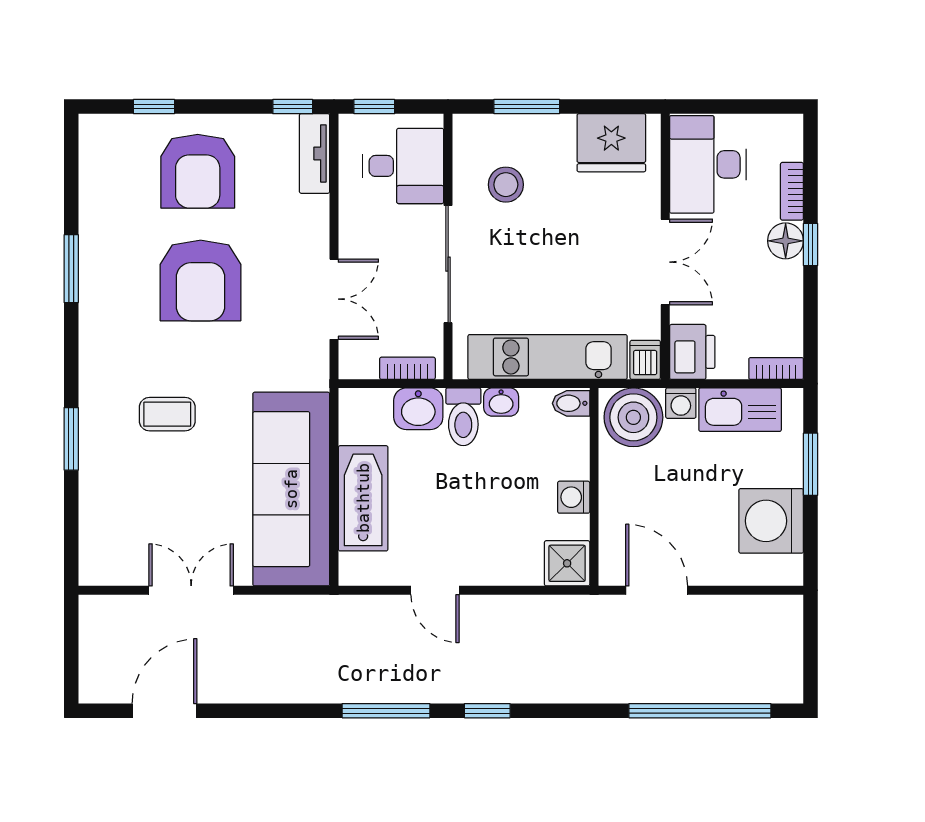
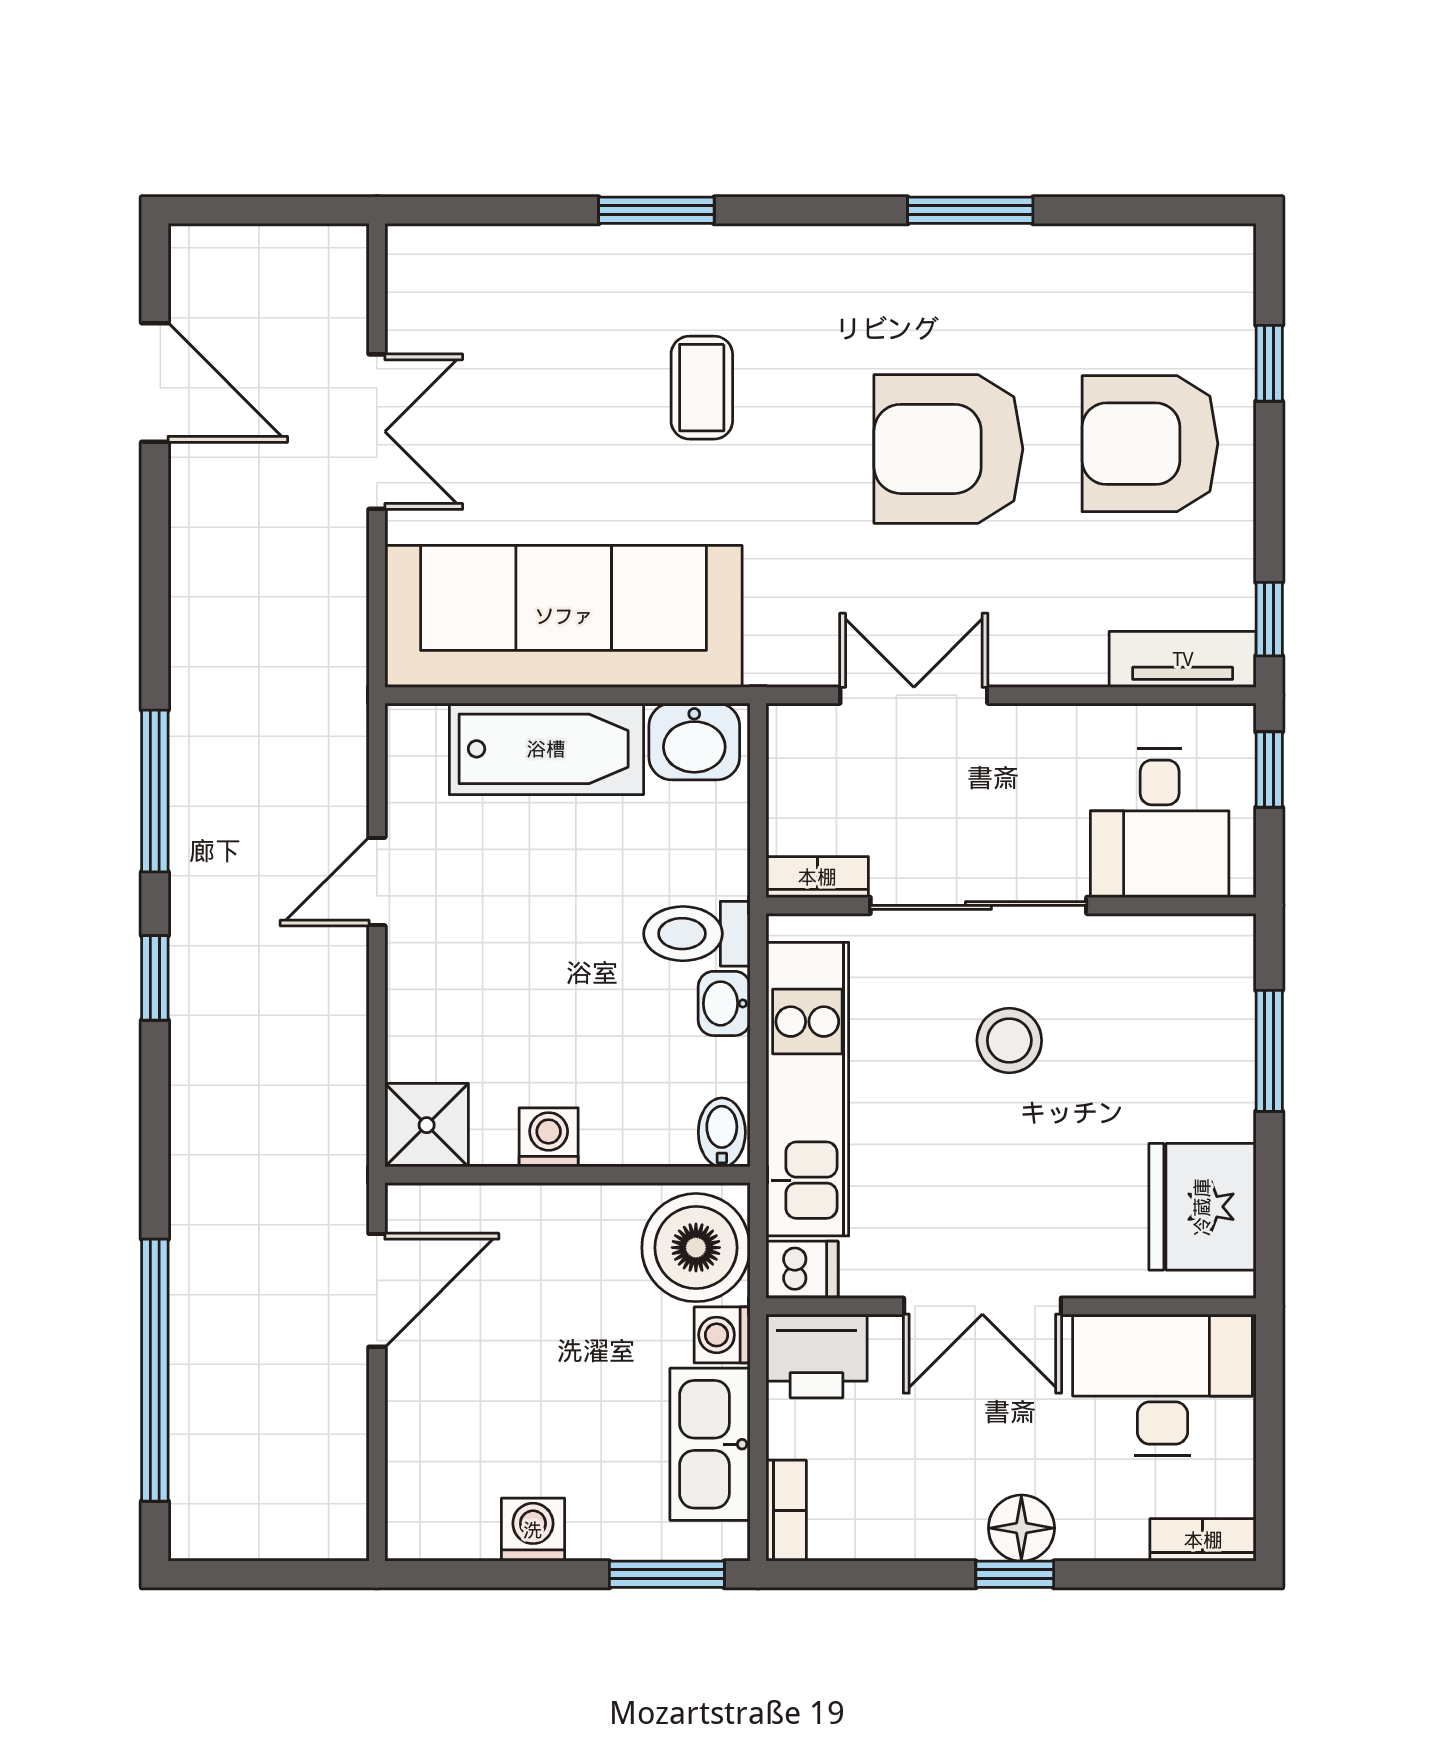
stool: (506, 185) -> (1009, 1040), moved
bookcase: (792, 191) -> (1203, 1540), moved
double door: (334, 299) -> (914, 695), swing flipped
bookcase: (407, 368) -> (817, 877), moved, turned -90
washbasin: (418, 409) -> (694, 742), moved, turned -90
window: (811, 464) -> (667, 1574), moved
washing machine: (771, 521) -> (533, 1530), width x0.53, depth x0.53

